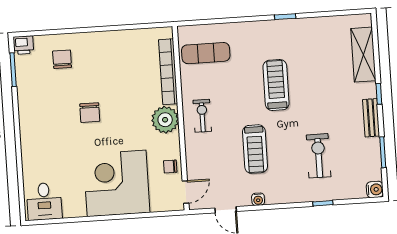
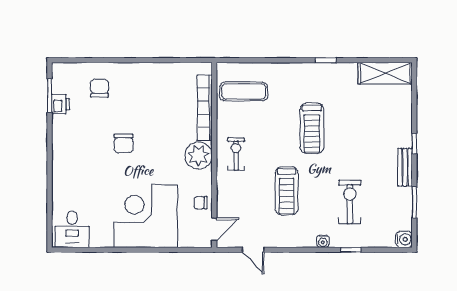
printer: (23, 45) -> (61, 104), moved, turned -90
shelving: (363, 55) -> (385, 73), moved, turned 90
treadmill: (276, 85) -> (312, 128), turned 180
water cooler: (258, 199) -> (323, 241), moved

